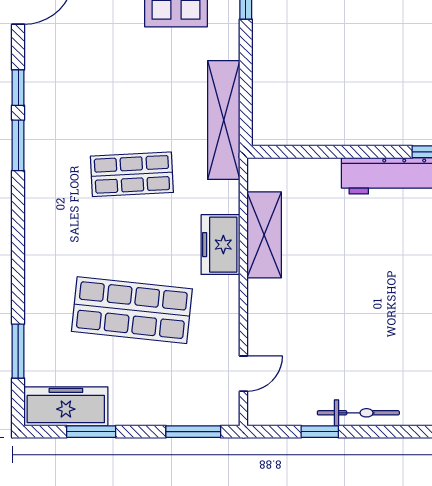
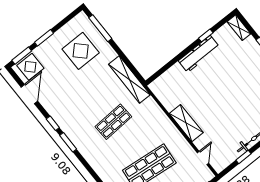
shelving: (264, 235) -> (186, 123), moved
freezer: (221, 245) -> (161, 121), removed

